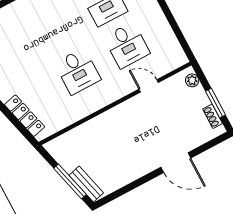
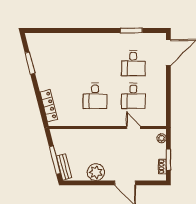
plant: (131, 169) -> (96, 172), added

